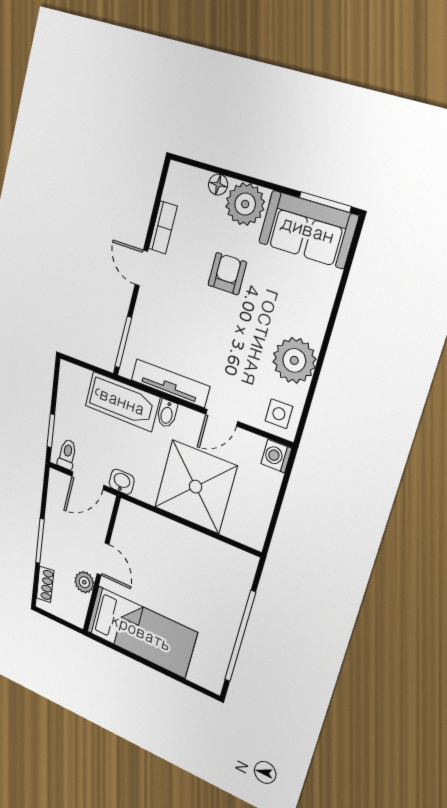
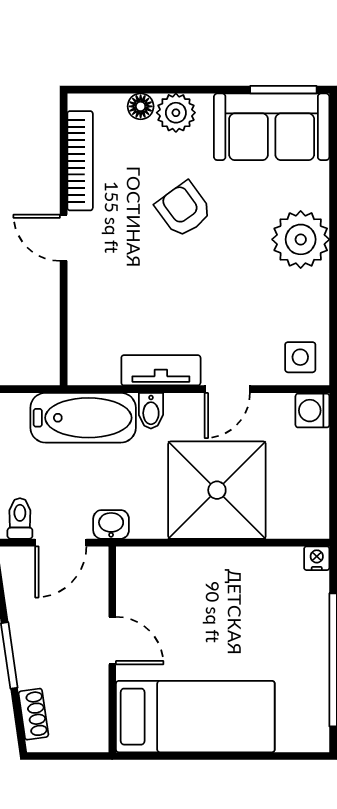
plant: (245, 204) -> (176, 113), width x0.73, depth x0.73
bookcase: (163, 227) -> (80, 161), width x1.56
armchair: (227, 274) -> (184, 209), turned -36
window: (123, 342) -> (64, 340), removed
plant: (294, 360) -> (301, 239), moved
tv unit: (170, 383) -> (161, 370), width x0.71
nightstand: (249, 562) -> (317, 558), added
plant: (84, 582) -> (93, 685), removed

